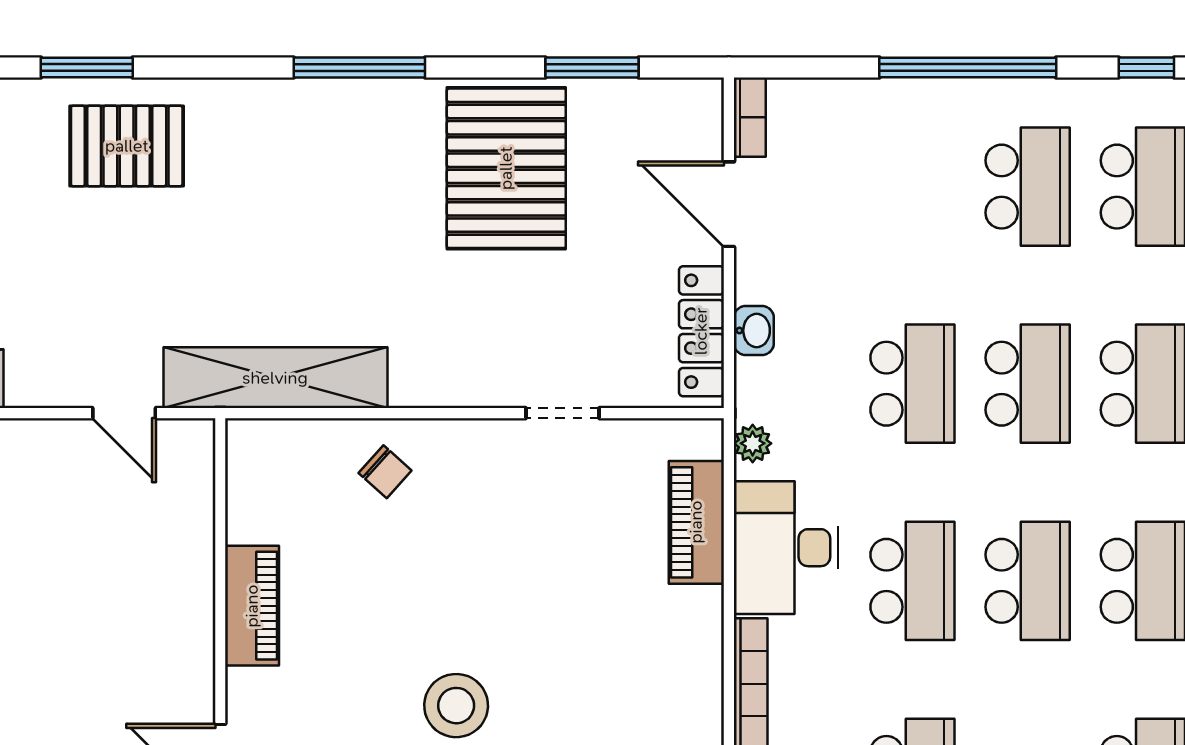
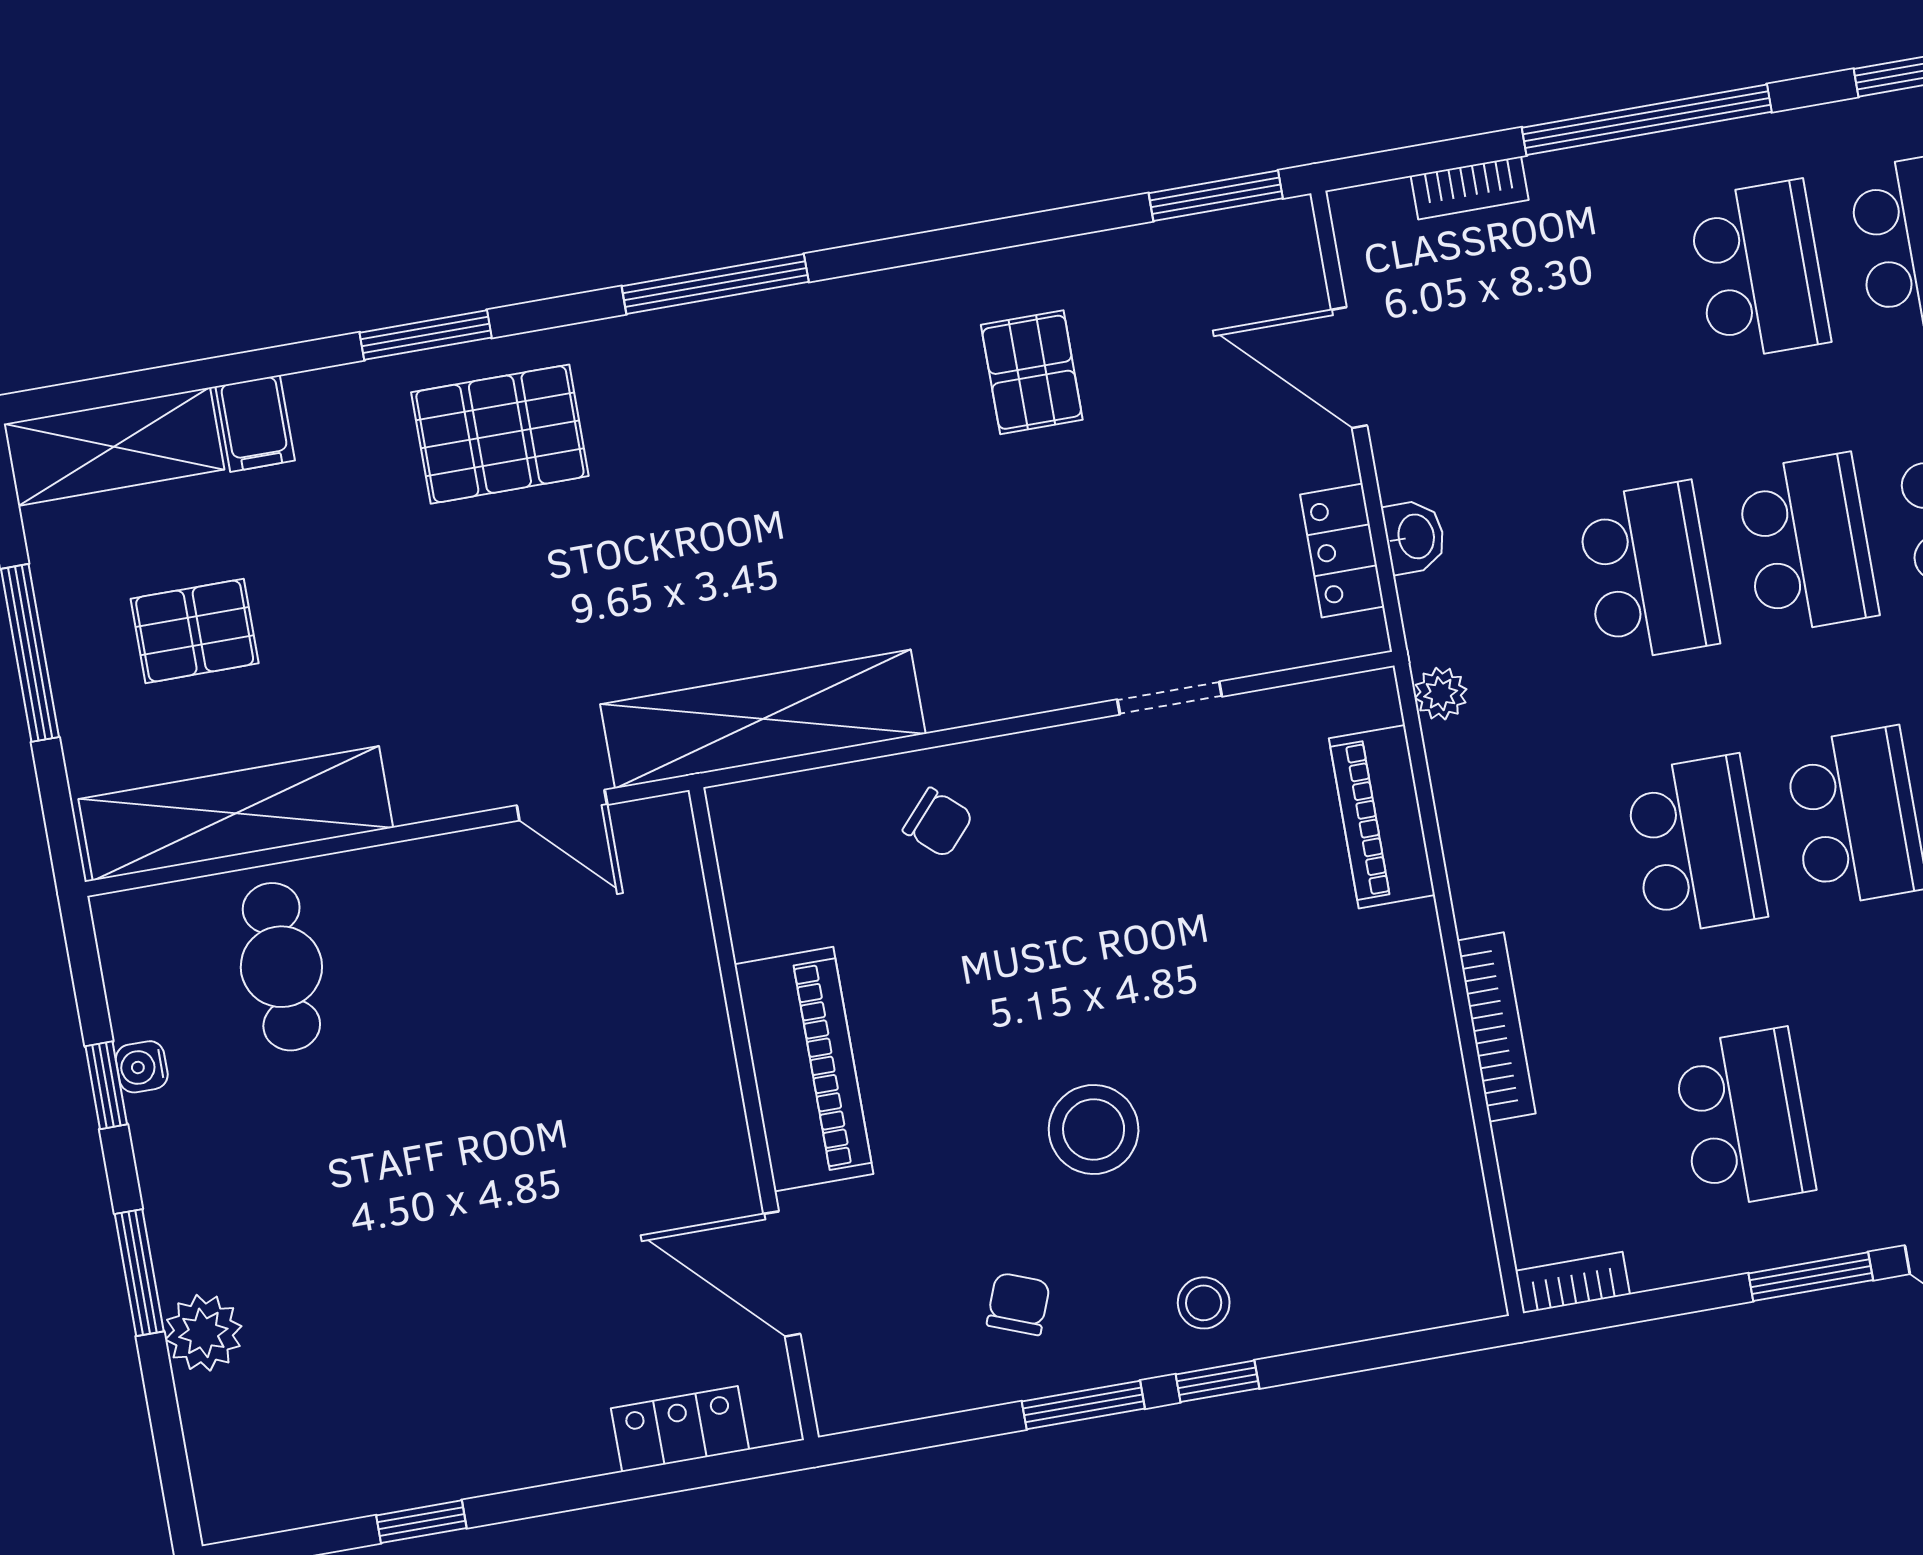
window: (359, 67) -> (715, 284), moved
window: (592, 67) -> (1216, 196), moved
bookcase: (750, 117) -> (1470, 188), moved, turned 90
pallet: (506, 168) -> (1032, 372), width x0.49, depth x0.50
locker: (701, 331) -> (1342, 550), width x0.66
desk: (786, 548) -> (1512, 830), removed
piano: (252, 606) -> (804, 1069), width x1.37, depth x1.33

